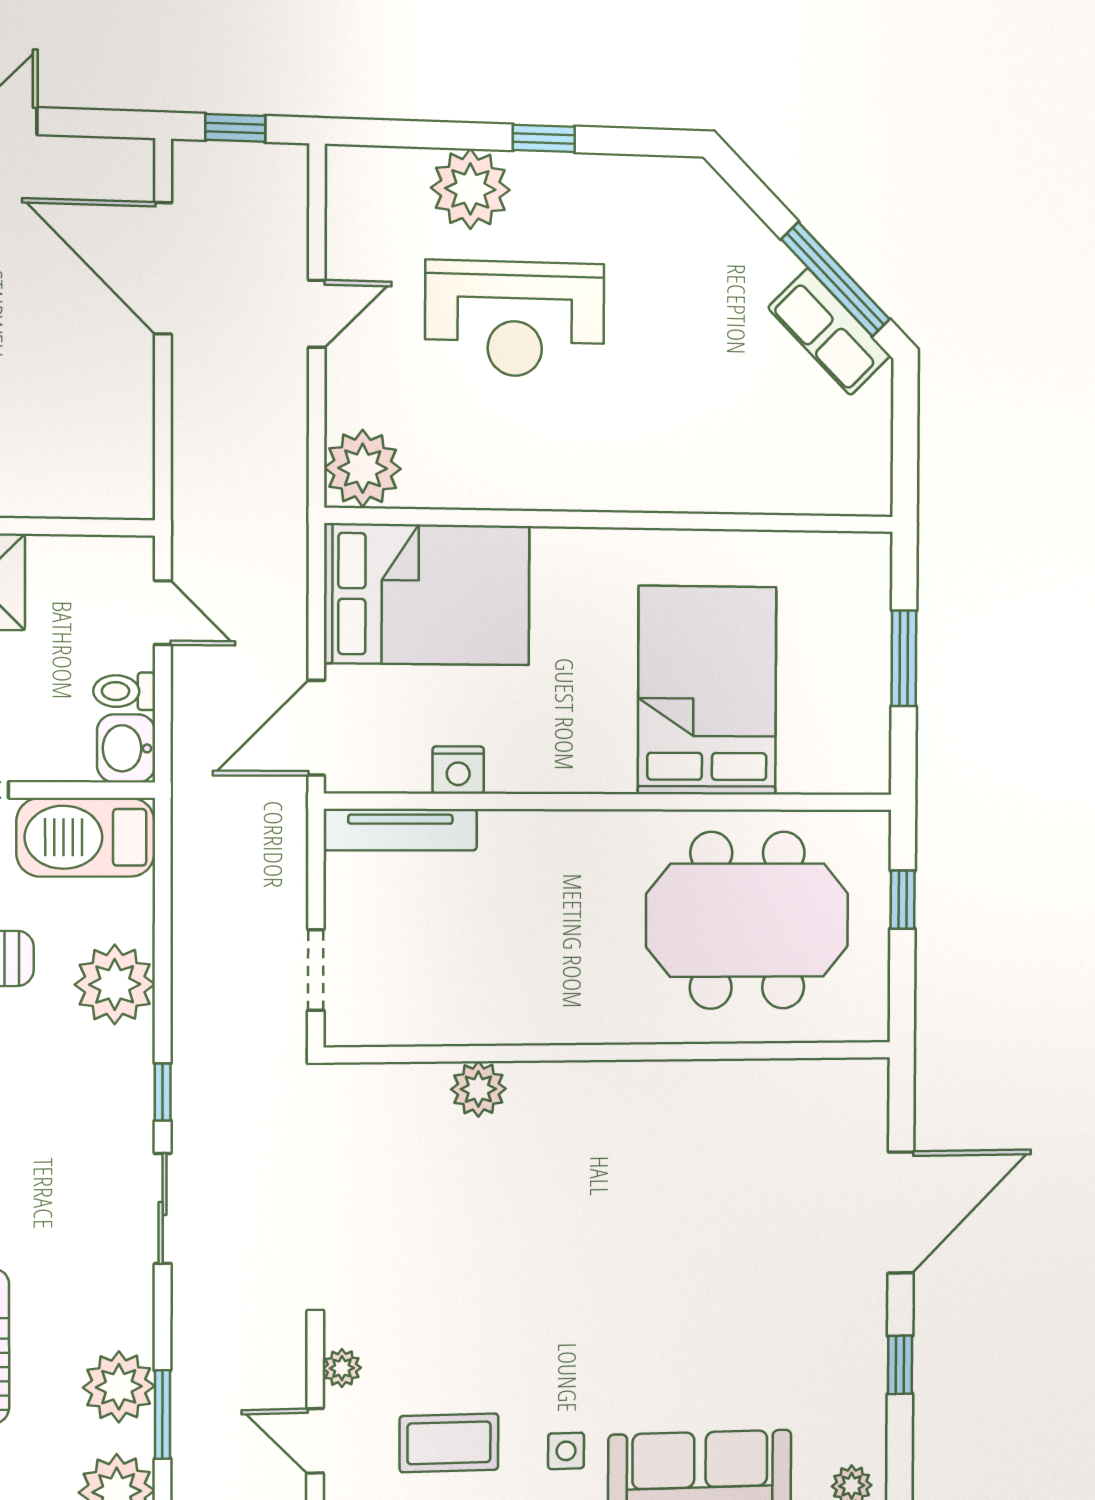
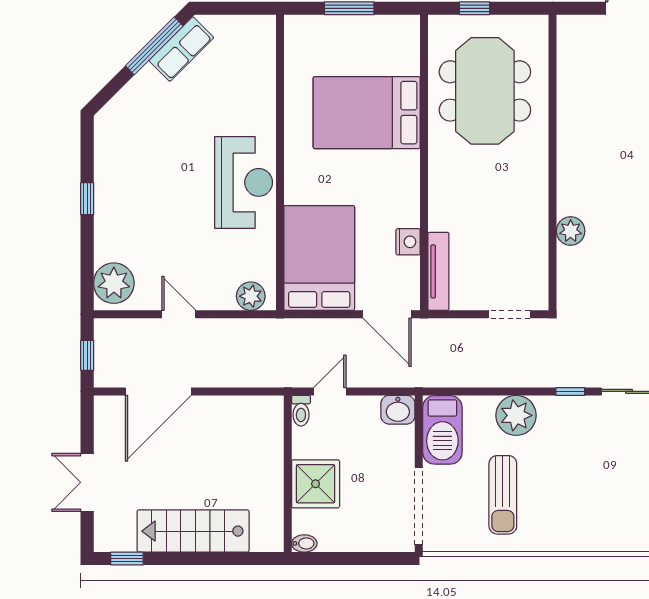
plant: (470, 189) -> (114, 283), moved
reception desk: (515, 319) -> (244, 182), moved
plant: (363, 468) -> (251, 296), width x0.73, depth x0.73
toilet: (124, 691) -> (301, 411), moved

